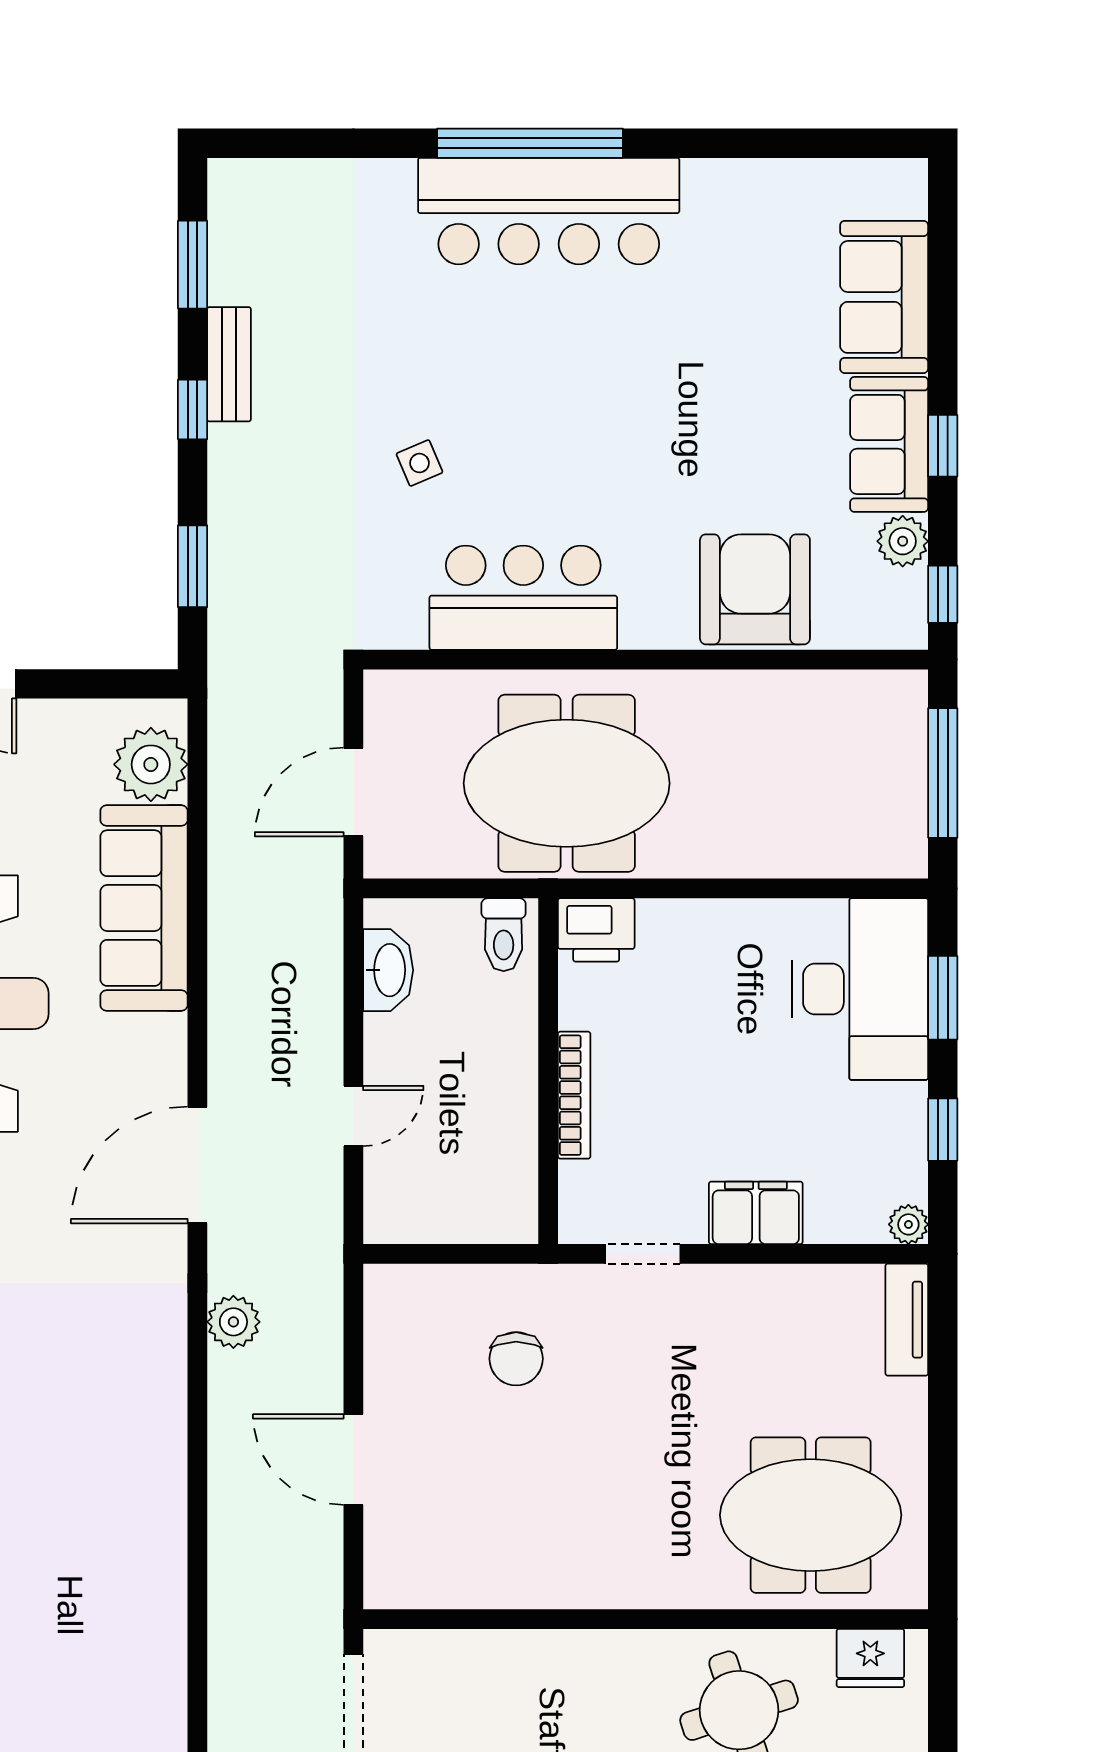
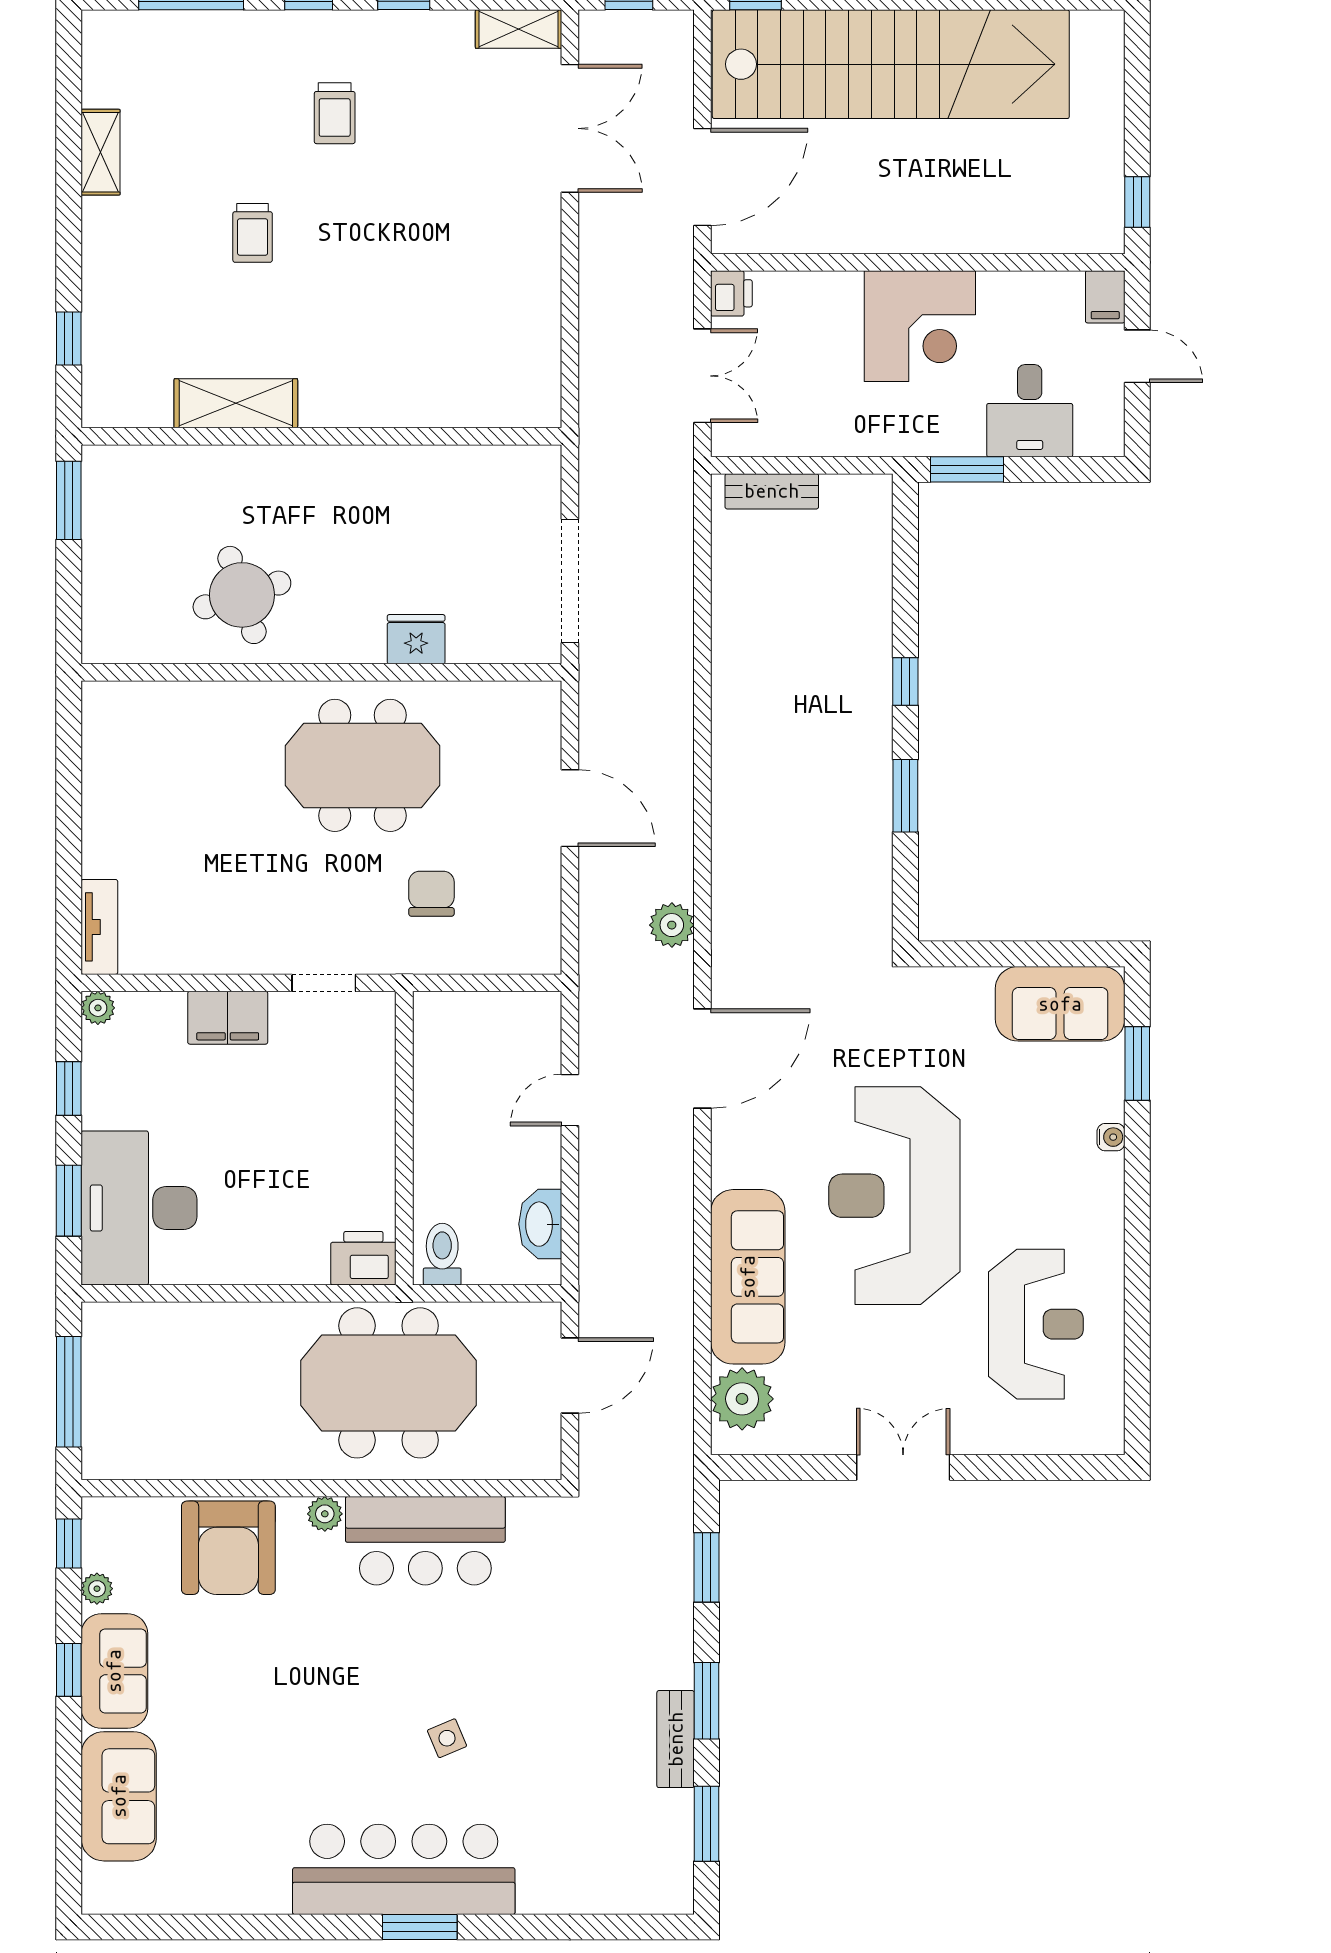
window: (530, 143) -> (420, 1927), width x0.47
window: (193, 409) -> (707, 1701), width x1.50
side table: (419, 463) -> (447, 1738), moved
plant: (903, 541) -> (97, 1589), width x0.73, depth x0.73
plant: (642, 629) -> (325, 1514), added
bookcase: (574, 1095) -> (382, 1118), removed
meeting table: (811, 1515) -> (363, 765), moved
fridge: (870, 1658) -> (416, 639), moved

